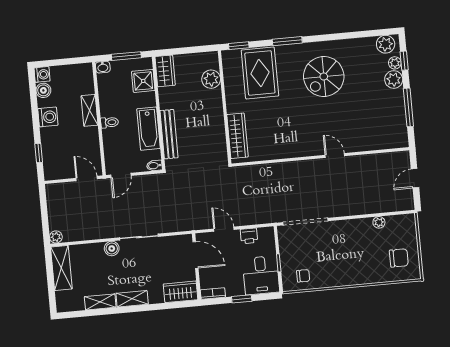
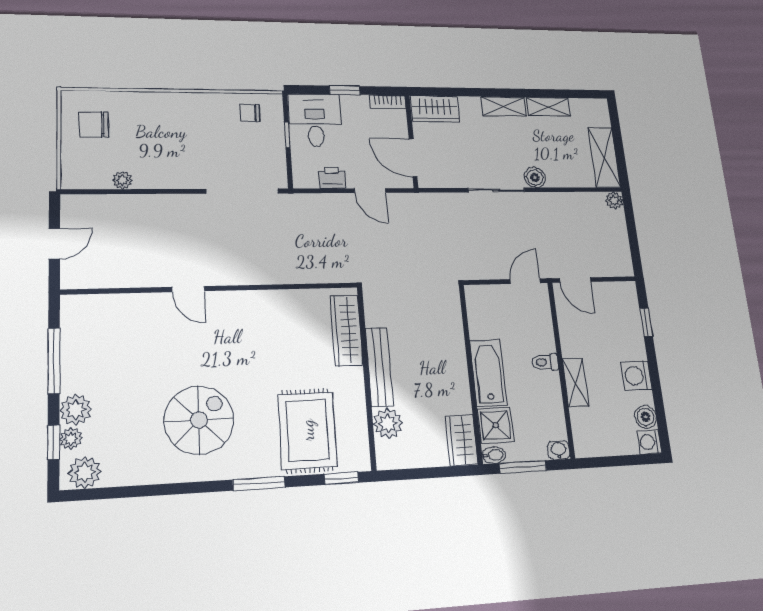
bathtub: (149, 129) -> (488, 373), moved
bench: (169, 134) -> (379, 367), moved
bidet: (154, 166) -> (494, 455), moved

